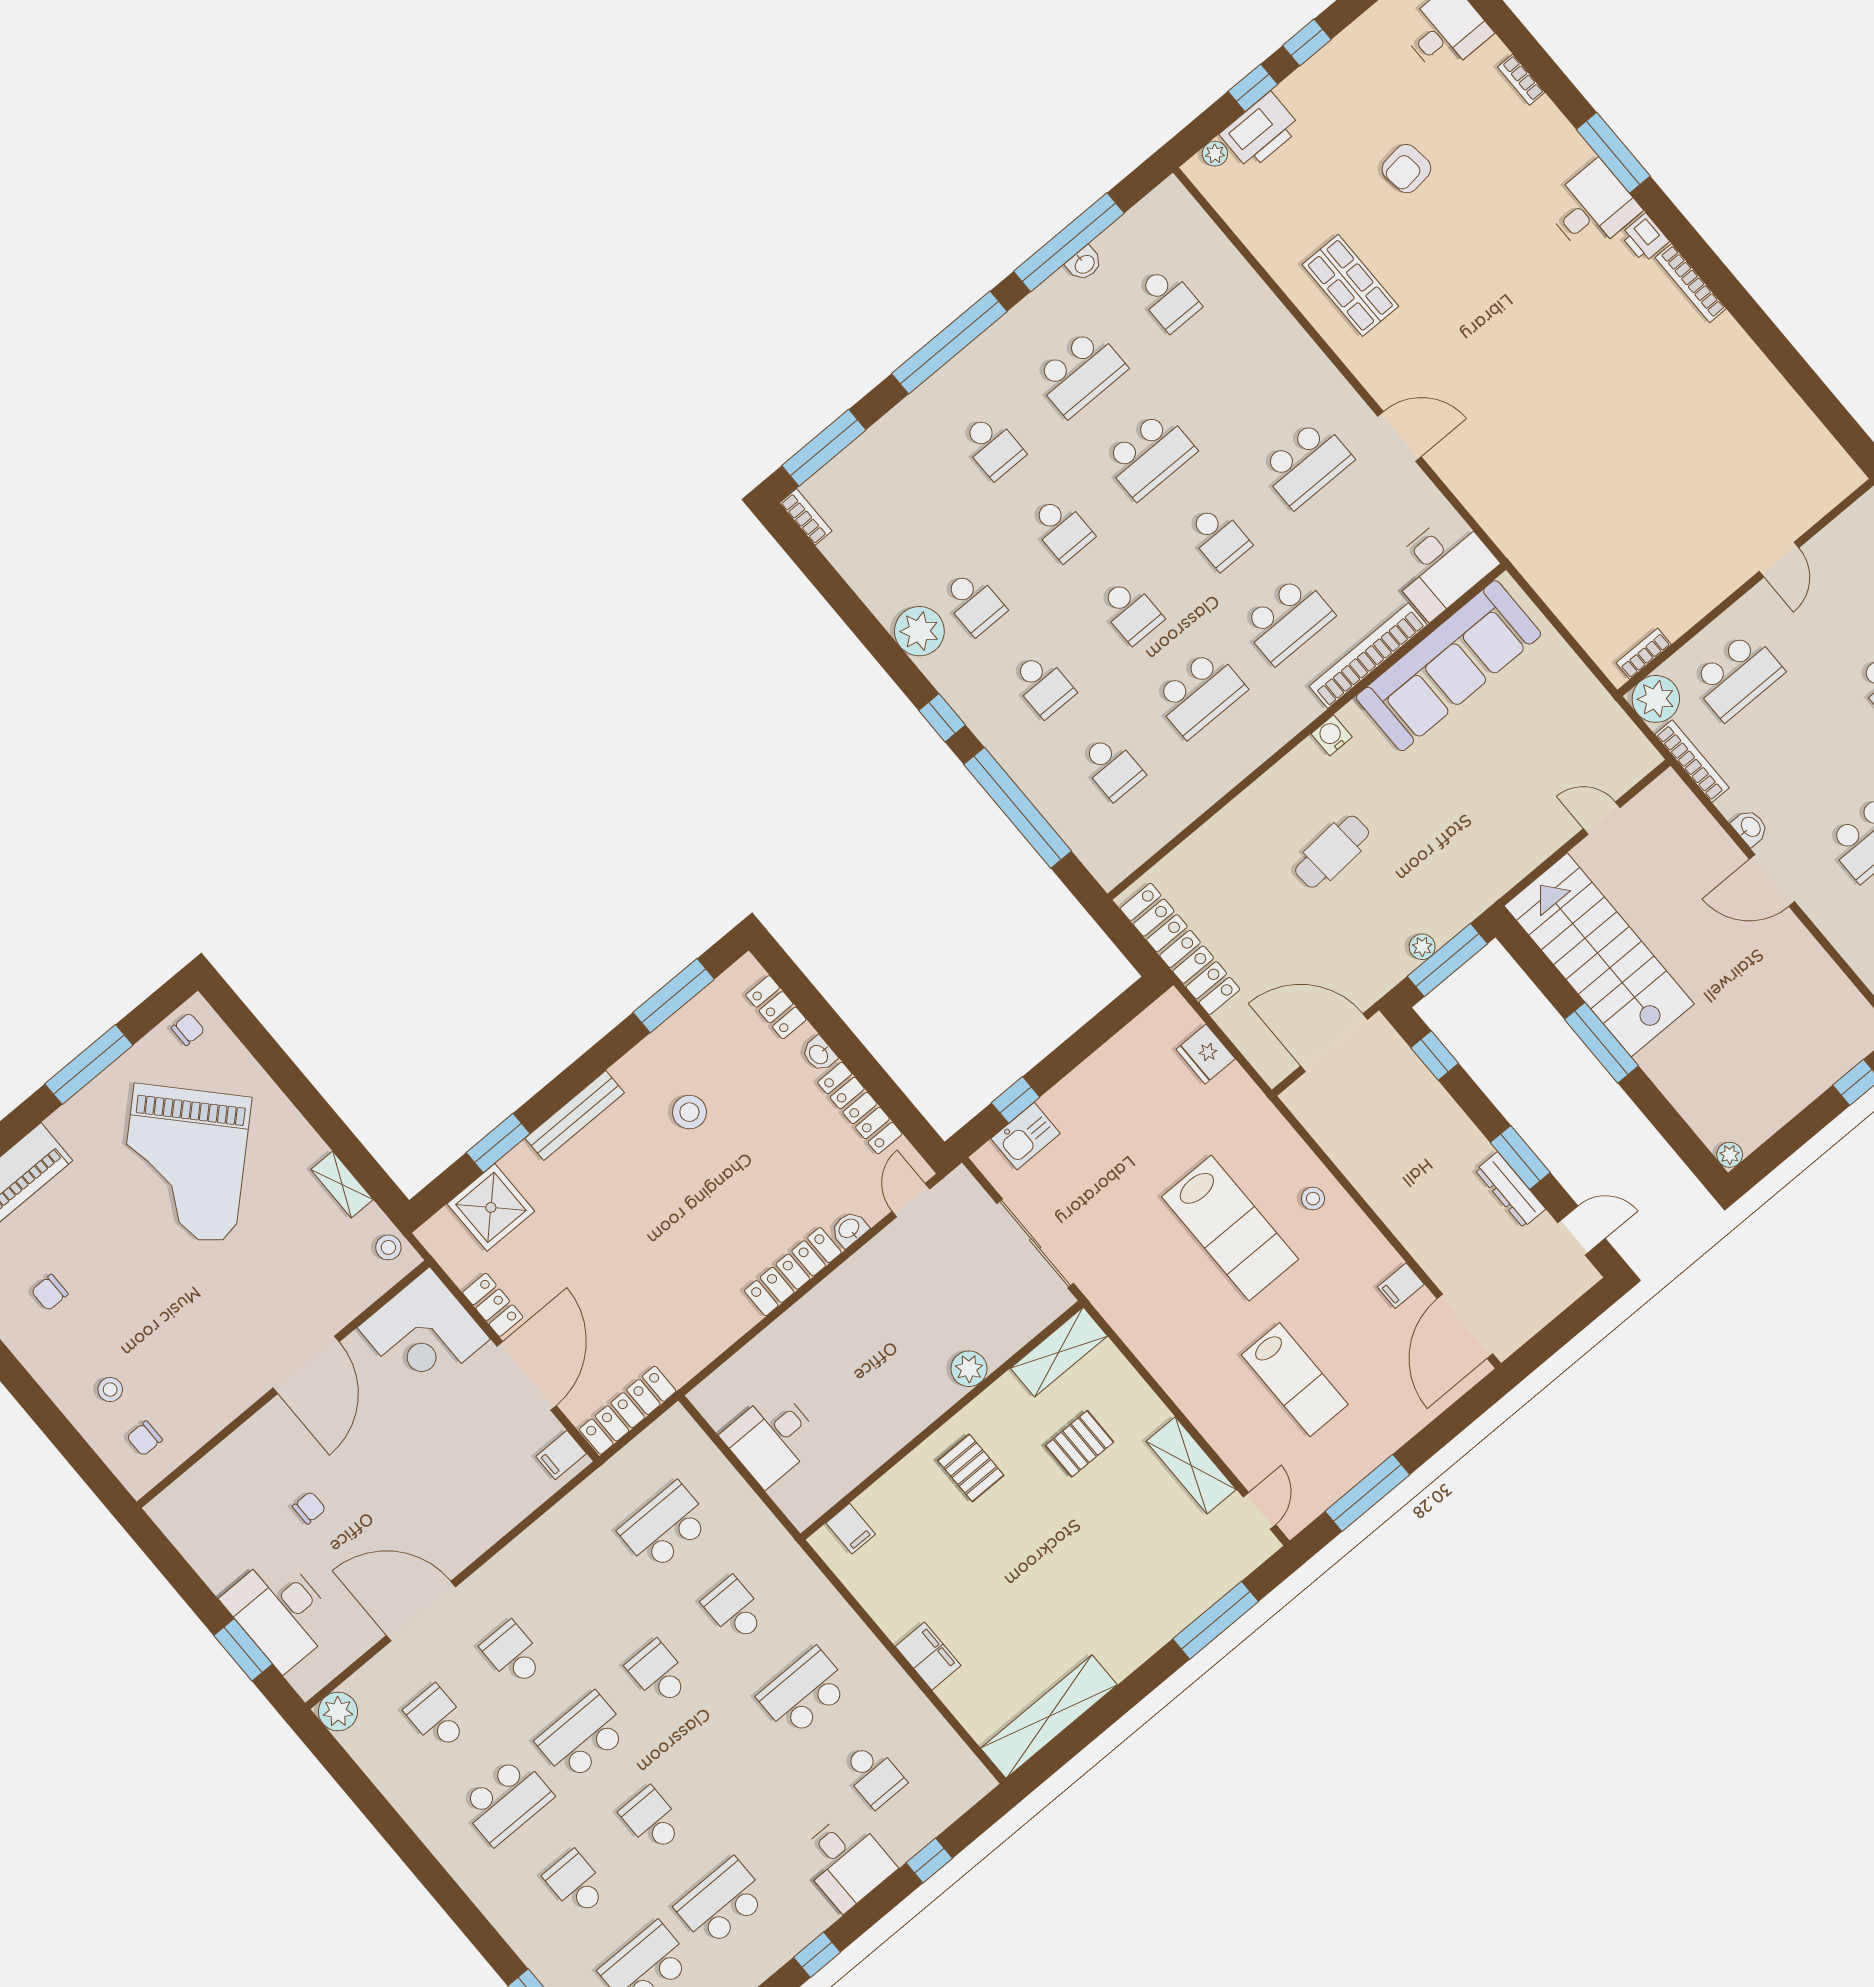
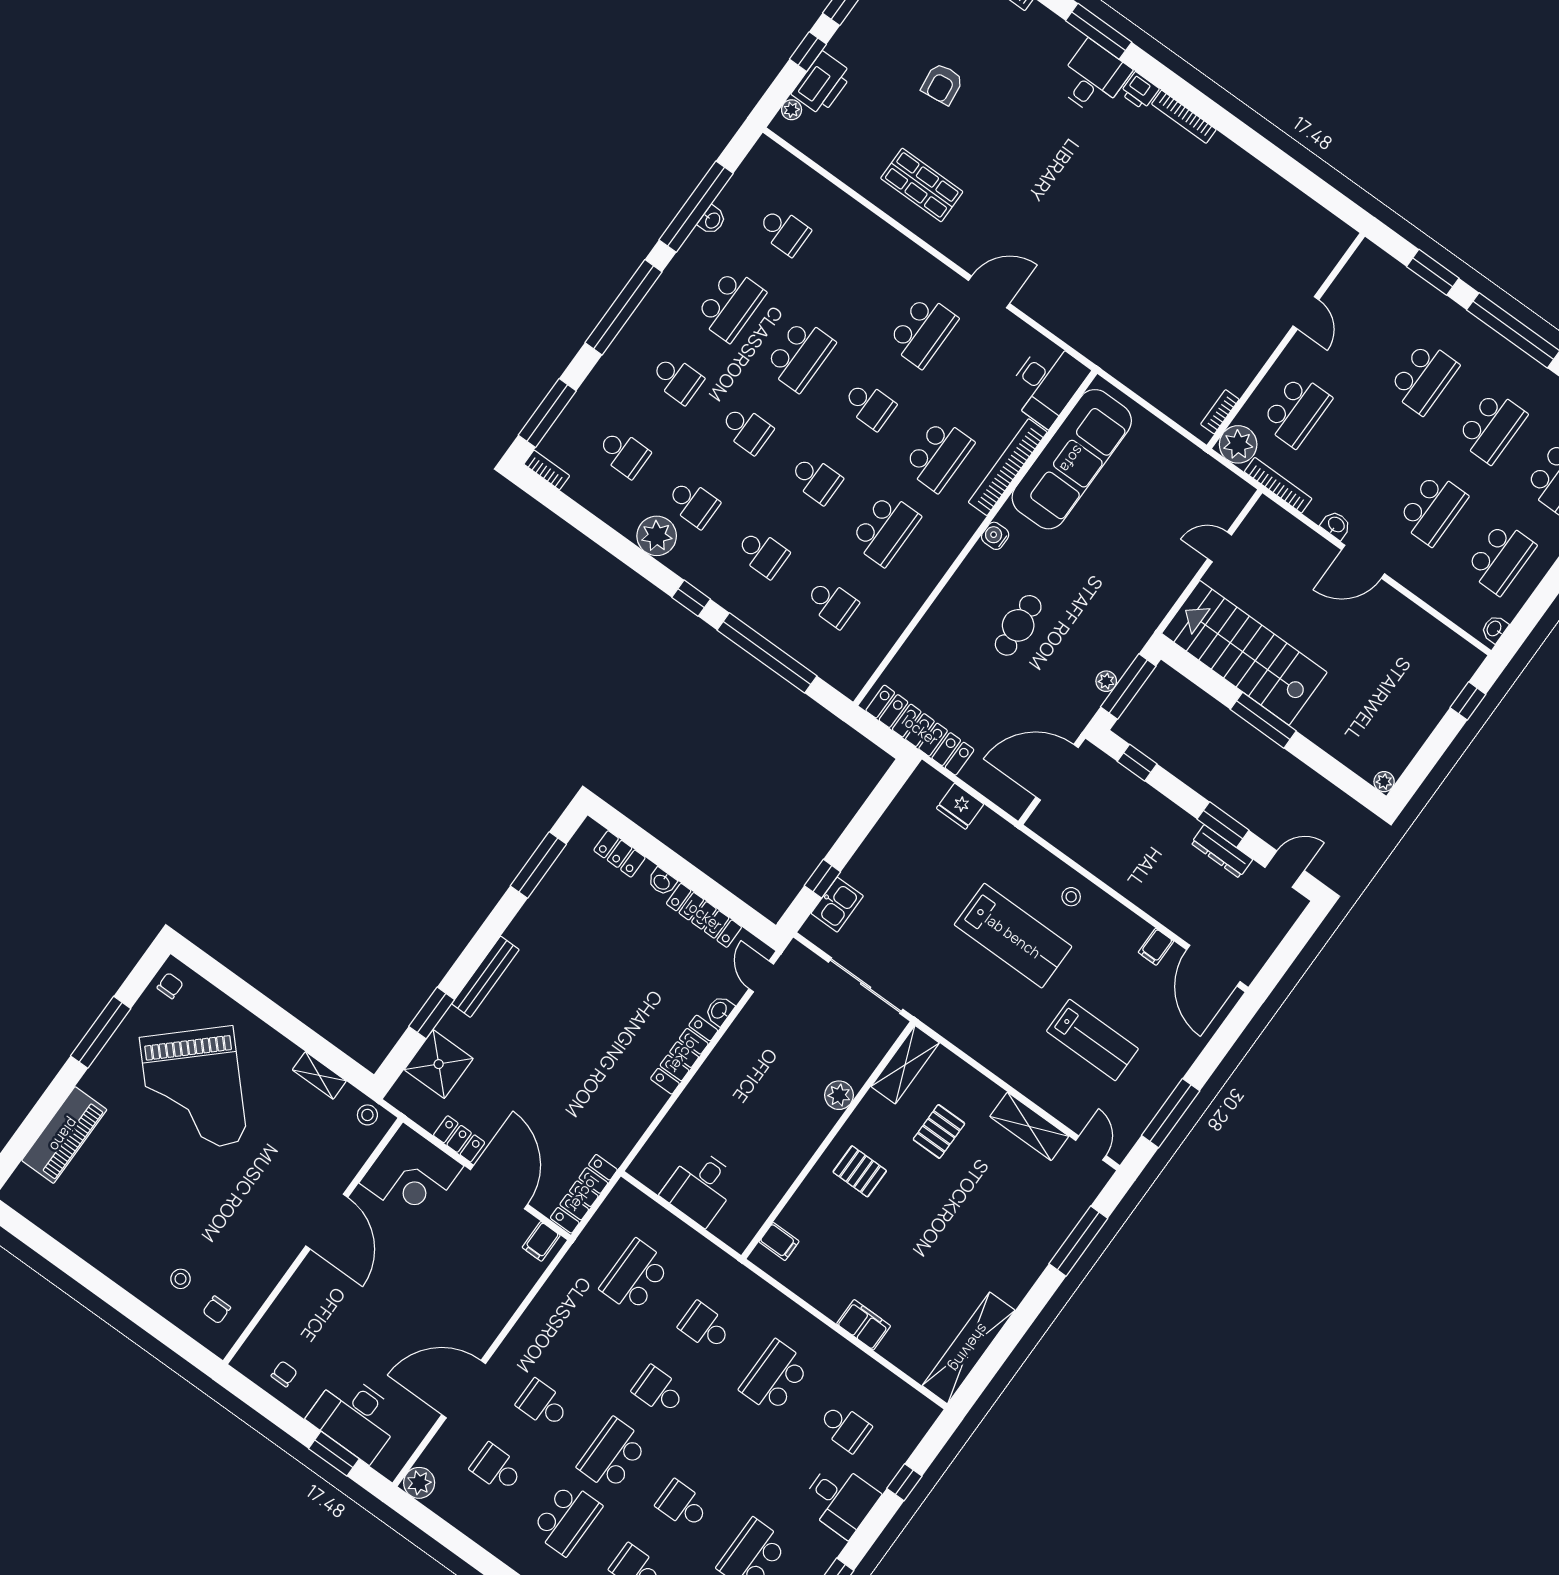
school desk: (905, 520) -> (624, 453), added
stool: (689, 1112) -> (573, 952), removed
chair: (50, 1293) -> (115, 1216), removed
chair: (309, 1508) -> (284, 1374), moved

